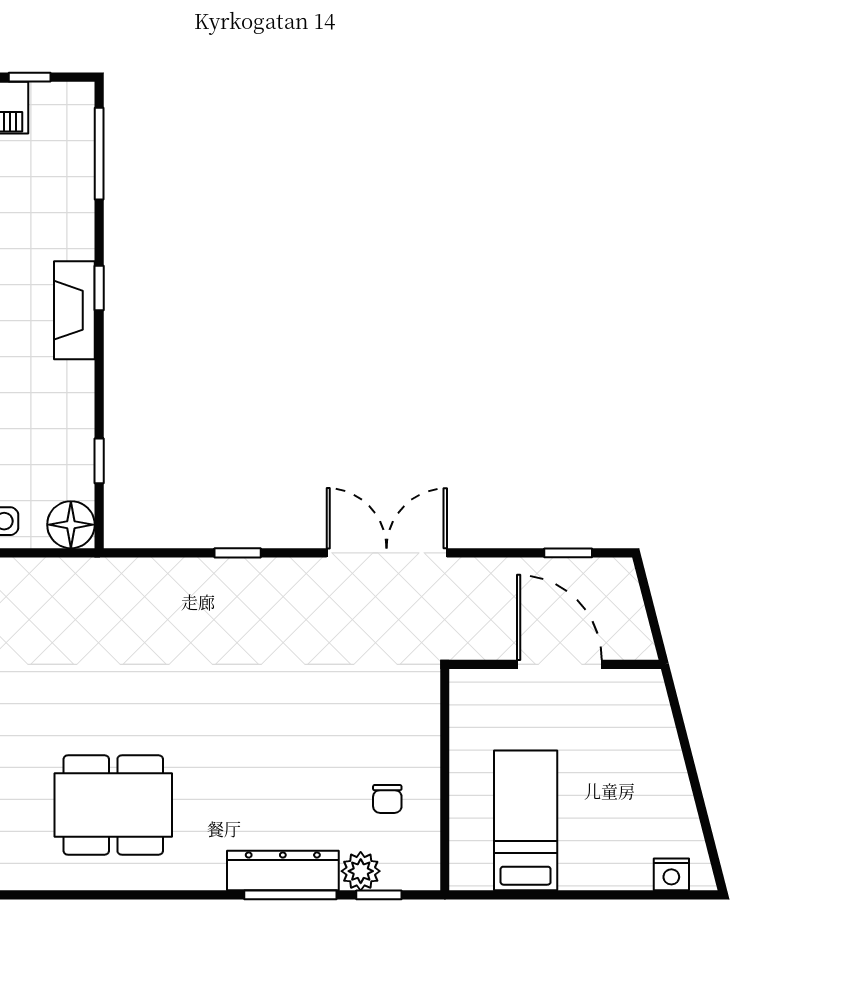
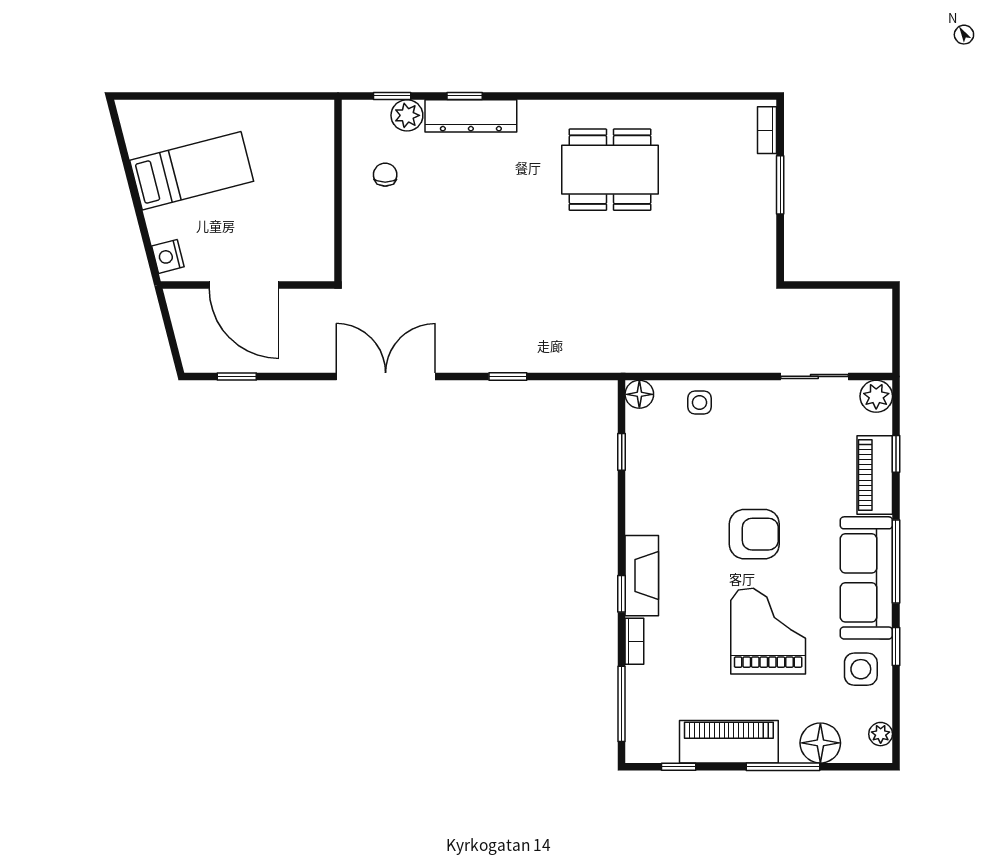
bookcase: (83, 230) -> (634, 641), added
floor lamp: (71, 525) -> (639, 394), width x0.73, depth x0.73
double door: (387, 553) -> (386, 376), swing flipped
bed: (526, 820) -> (192, 171), moved, turned -104
nightstand: (671, 874) -> (168, 256), moved, turned -104
window: (290, 895) -> (465, 96), width x0.46

